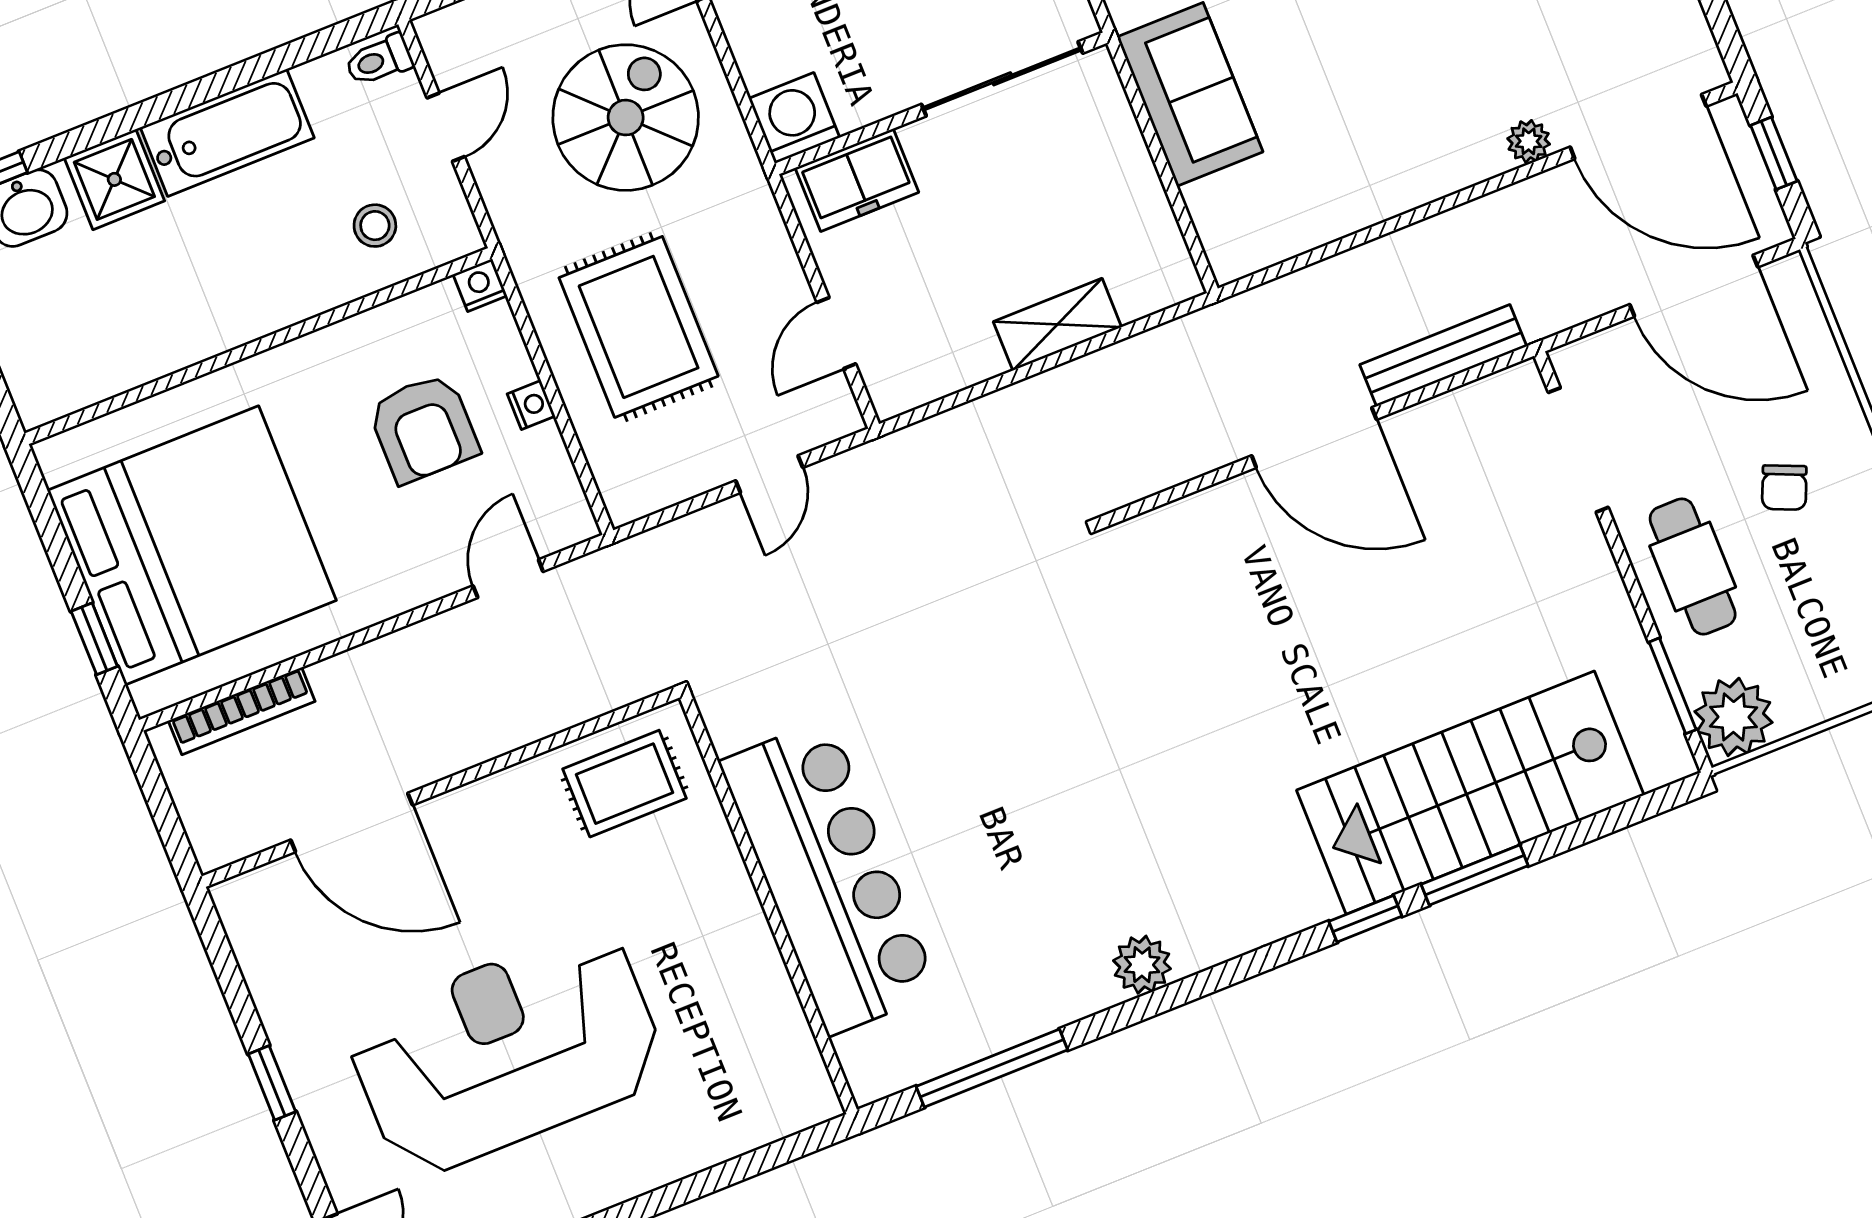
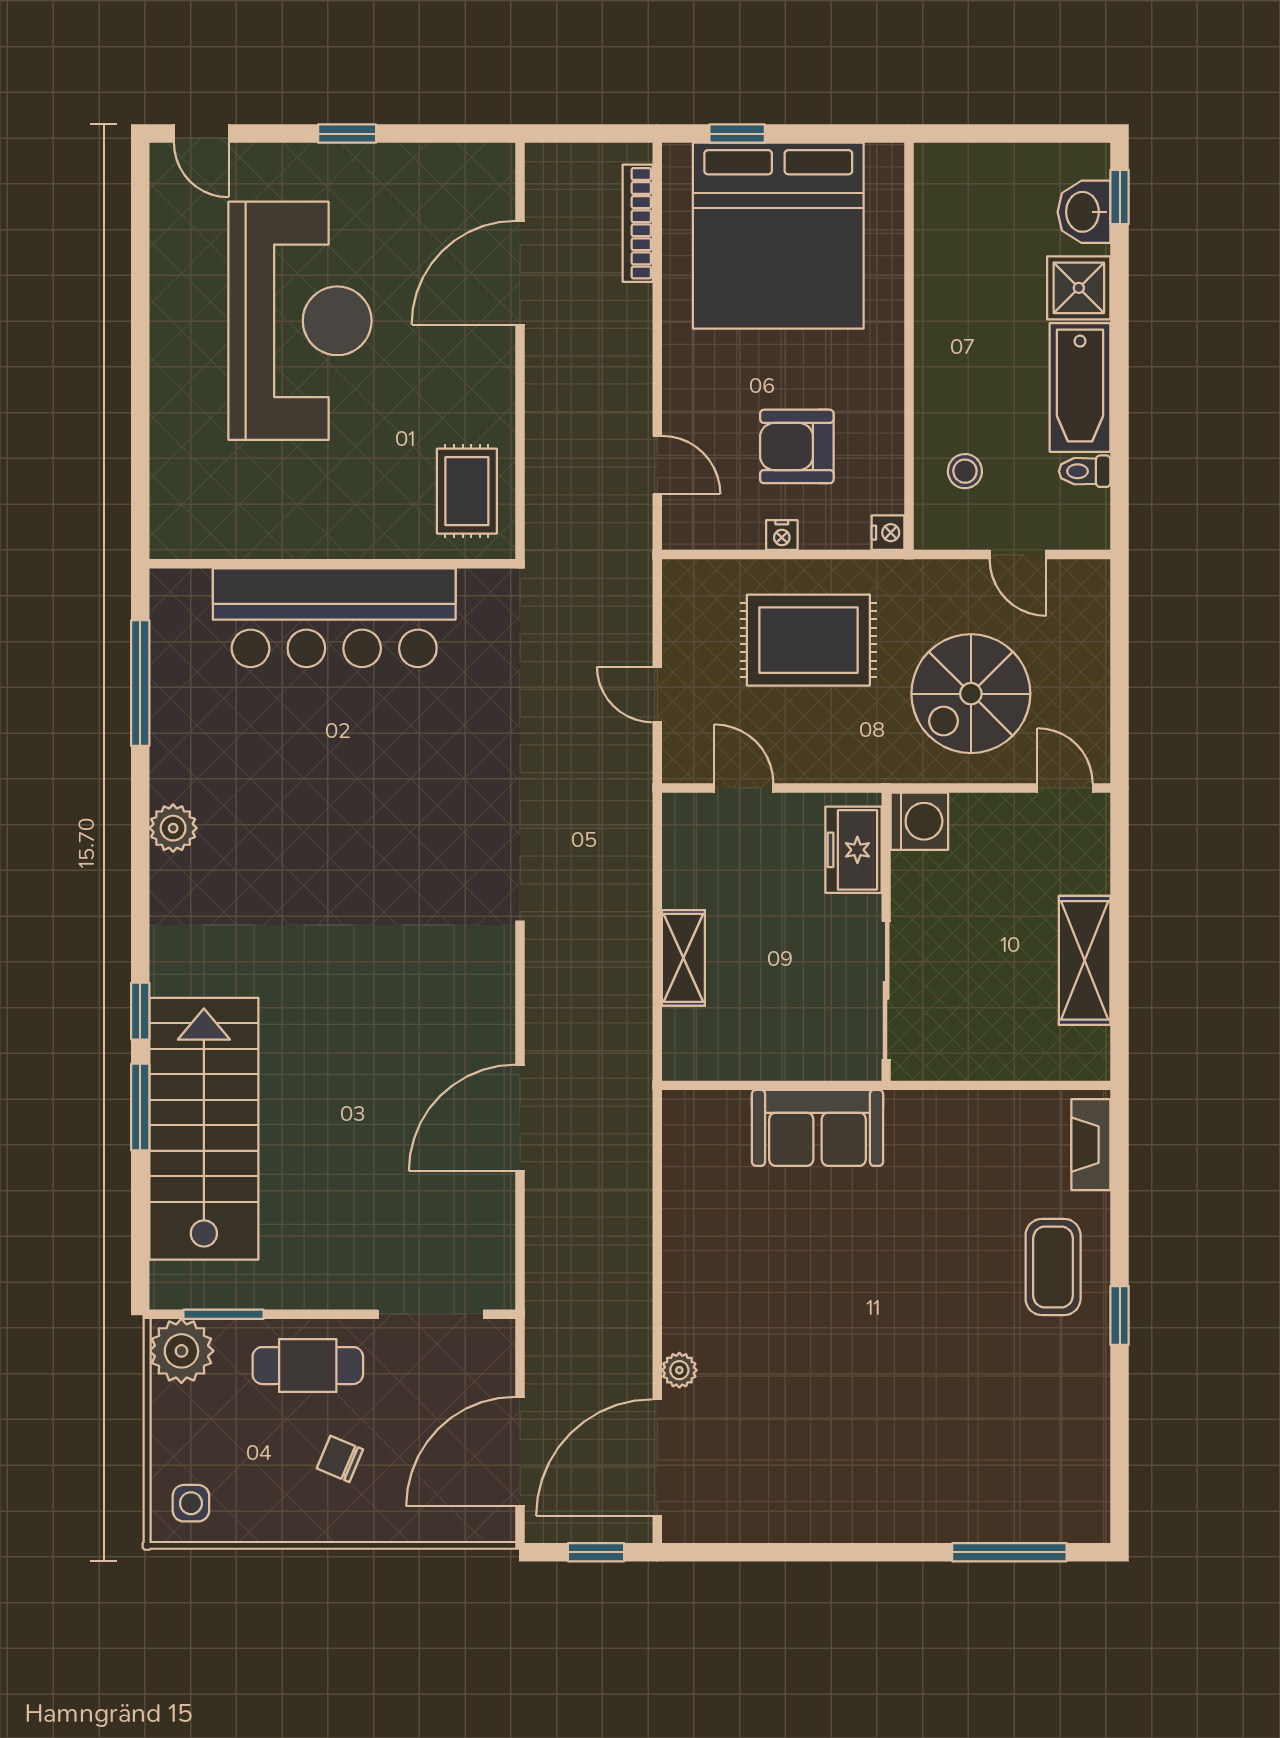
toilet: (379, 60) -> (1085, 471), moved, turned -90
spiral stairs: (626, 118) -> (971, 694), turned 90
bench: (1443, 355) -> (543, 1241), removed

